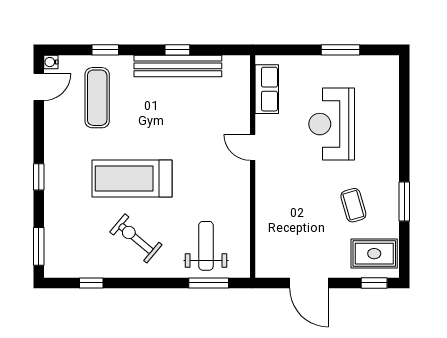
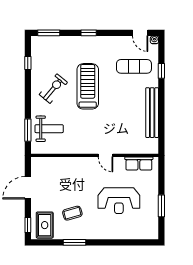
window: (177, 50) -> (161, 112), removed
reception desk: (332, 124) -> (119, 201), turned 180
door: (253, 147) -> (106, 155), swing flipped

